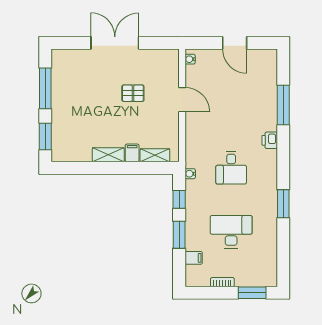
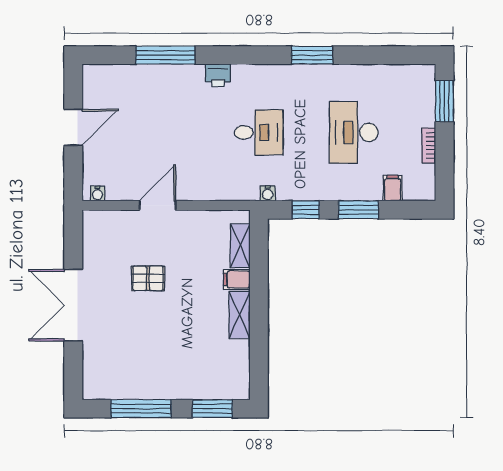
pallet: (133, 93) -> (148, 278), turned 90

